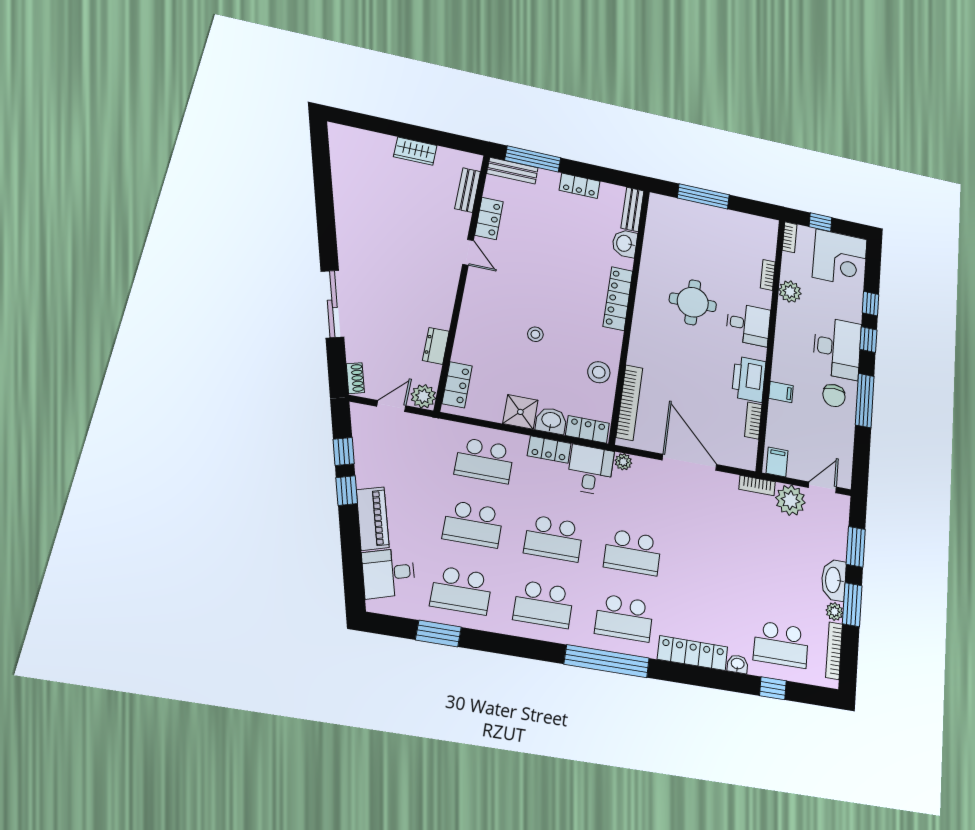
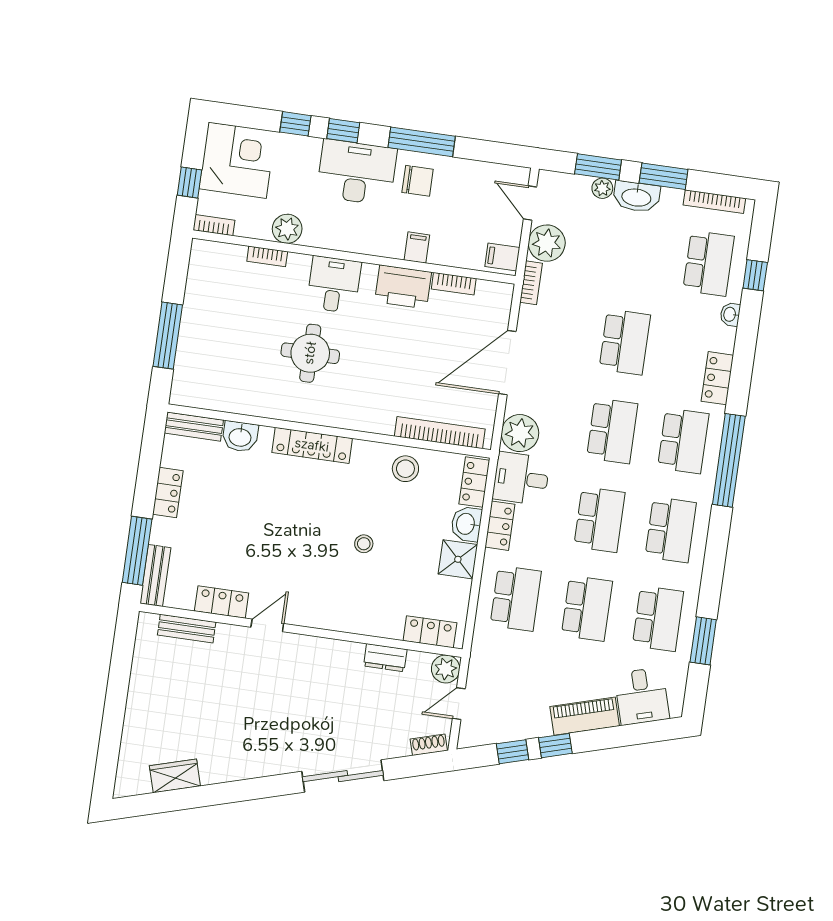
wardrobe: (415, 151) -> (175, 776), moved, turned -106
door: (391, 406) -> (459, 704), hinge flipped
plant: (623, 462) -> (520, 433), width x1.88, depth x1.88
school desk: (710, 566) -> (625, 342), added
plant: (834, 611) -> (602, 188), moved
locker: (693, 653) -> (717, 378), width x0.66

